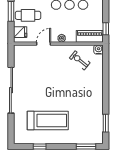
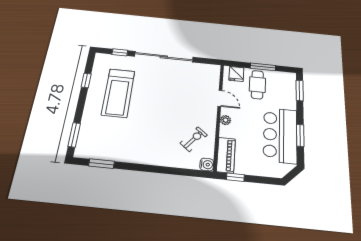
window: (11, 125) -> (120, 52), added

